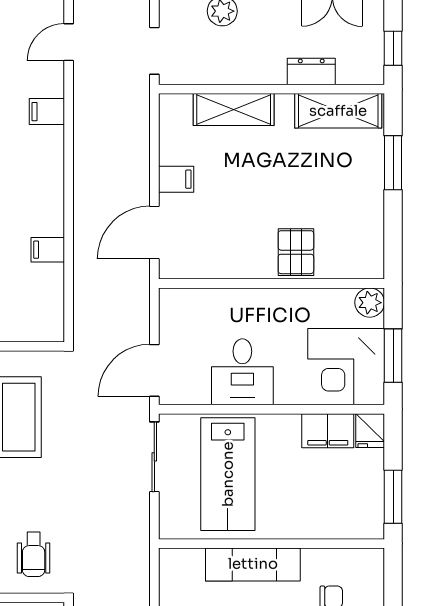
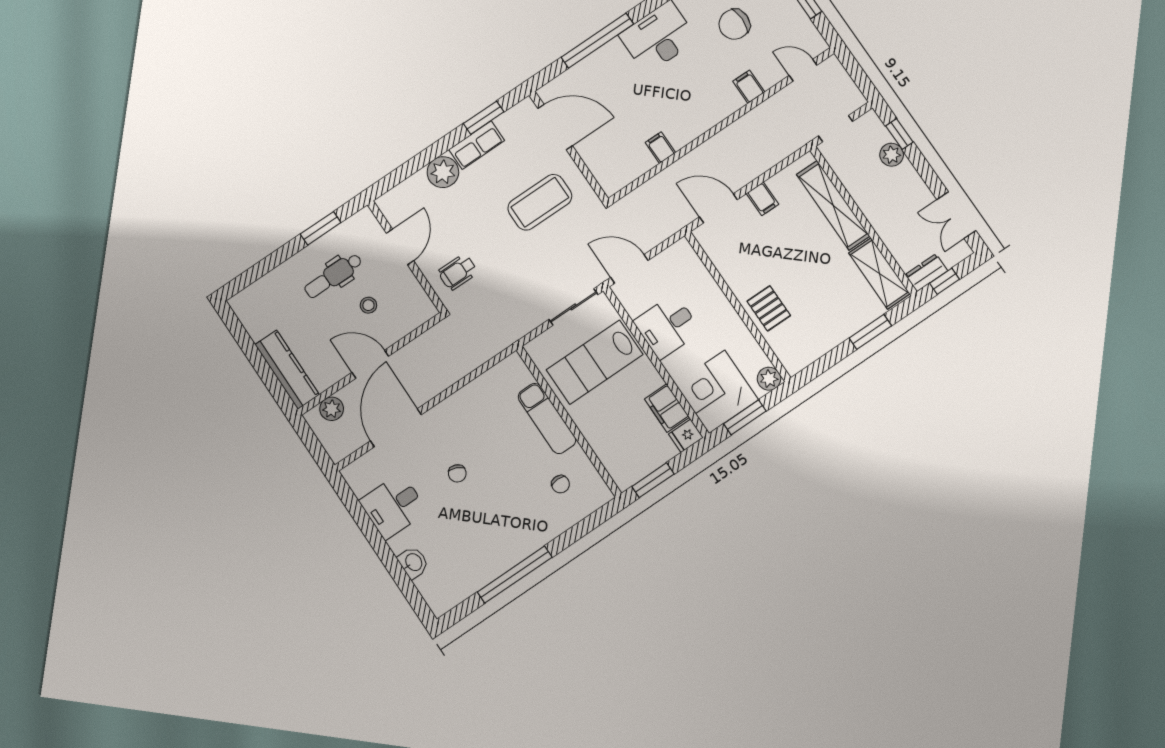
dresser: (311, 71) -> (926, 273), moved, turned -90
shelving: (234, 109) -> (833, 205), width x1.47
pallet: (296, 252) -> (769, 308), turned 90

